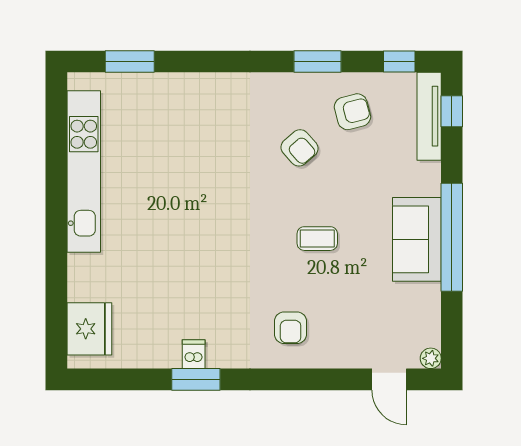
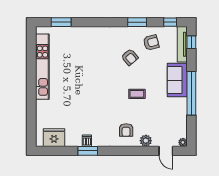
sofa: (417, 239) -> (177, 80), moved
fridge: (89, 329) -> (54, 138), moved, turned -90
plant: (339, 354) -> (146, 141), added

